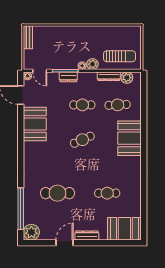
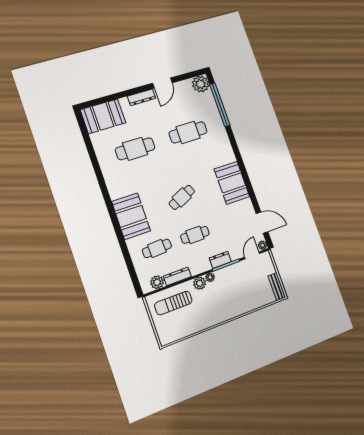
door: (40, 71) -> (252, 255), hinge flipped
booth: (35, 124) -> (232, 183), moved
cafe table: (107, 193) -> (135, 149), width x1.37, depth x1.35

